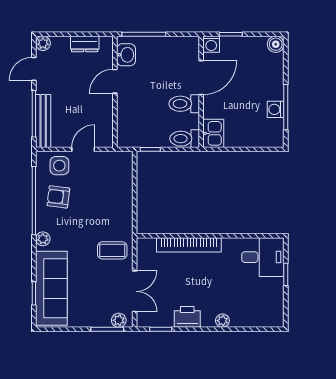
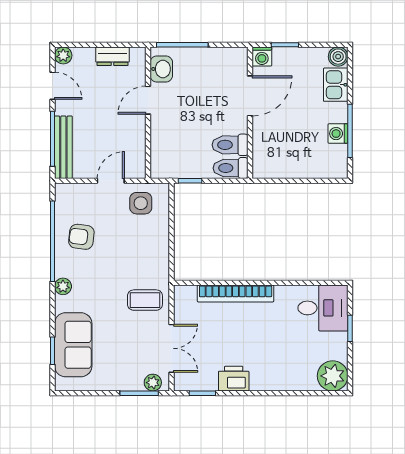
door: (34, 69) -> (52, 86), swing flipped
toilet: (184, 104) -> (230, 145), moved
kitchen sink: (213, 133) -> (336, 85), moved, turned 180
side table: (59, 166) -> (141, 203), moved
sofa: (51, 288) -> (73, 345), width x0.73
plant: (222, 321) -> (333, 376), moved, width x1.87, depth x1.87

